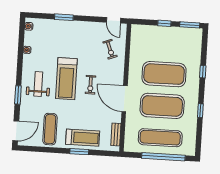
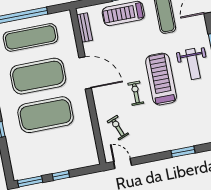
exercise bike: (91, 85) -> (136, 93), moved

